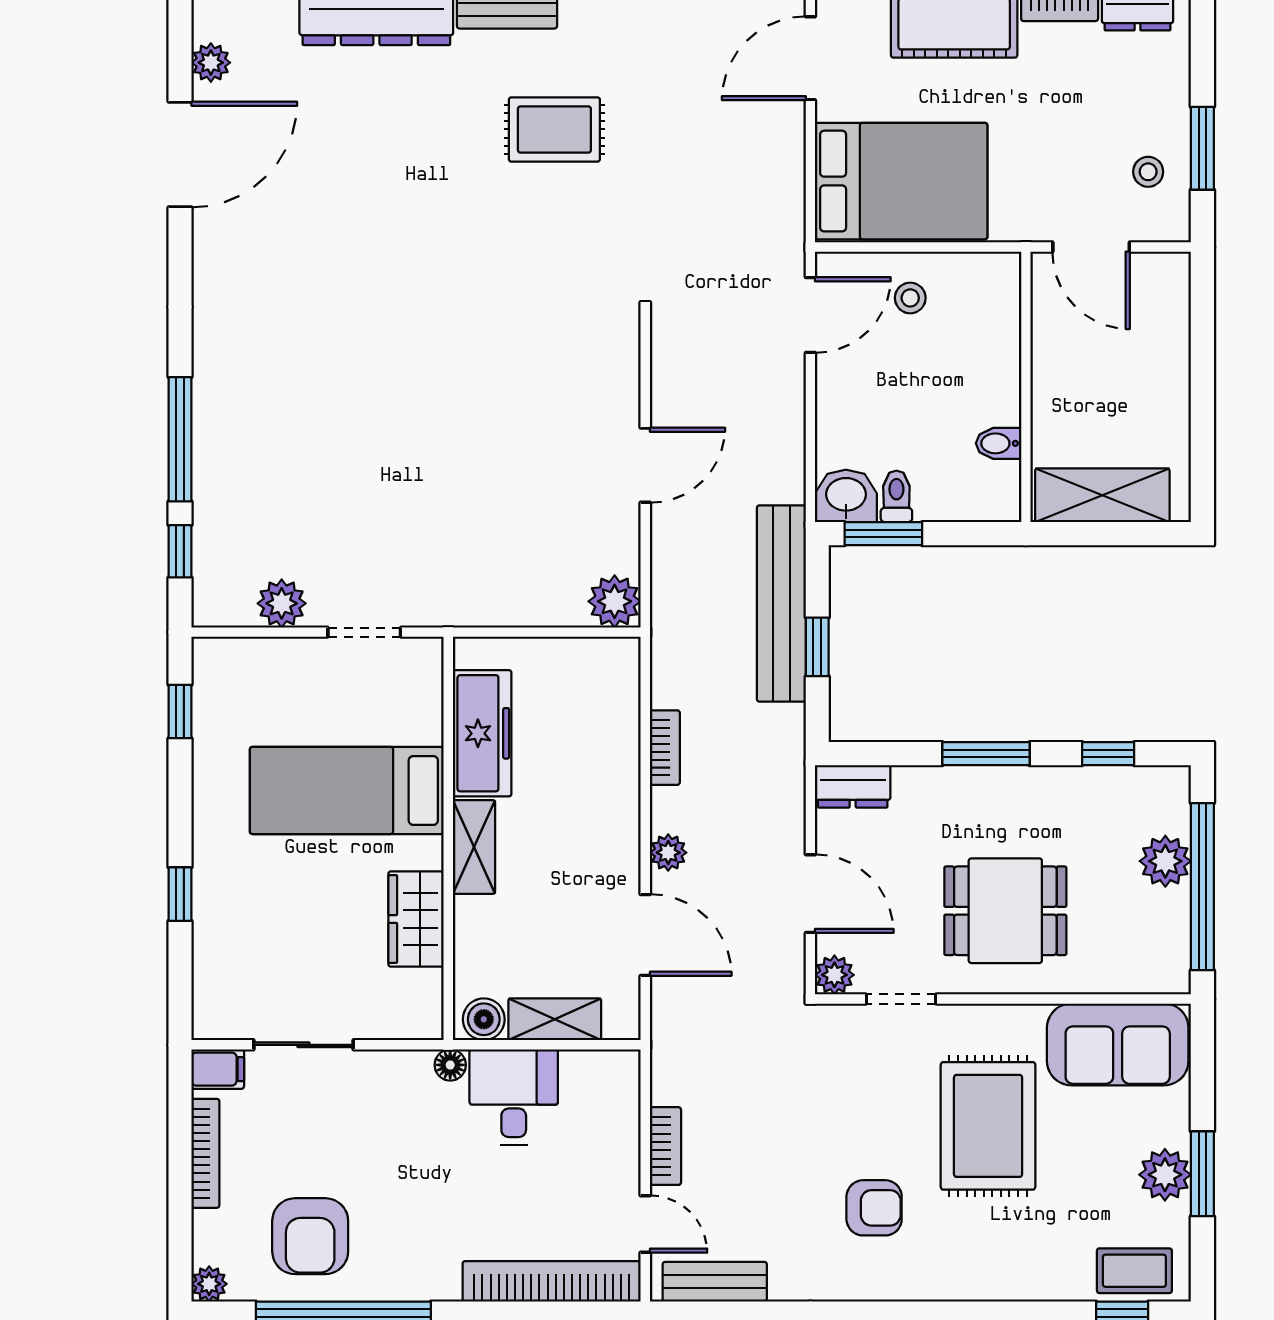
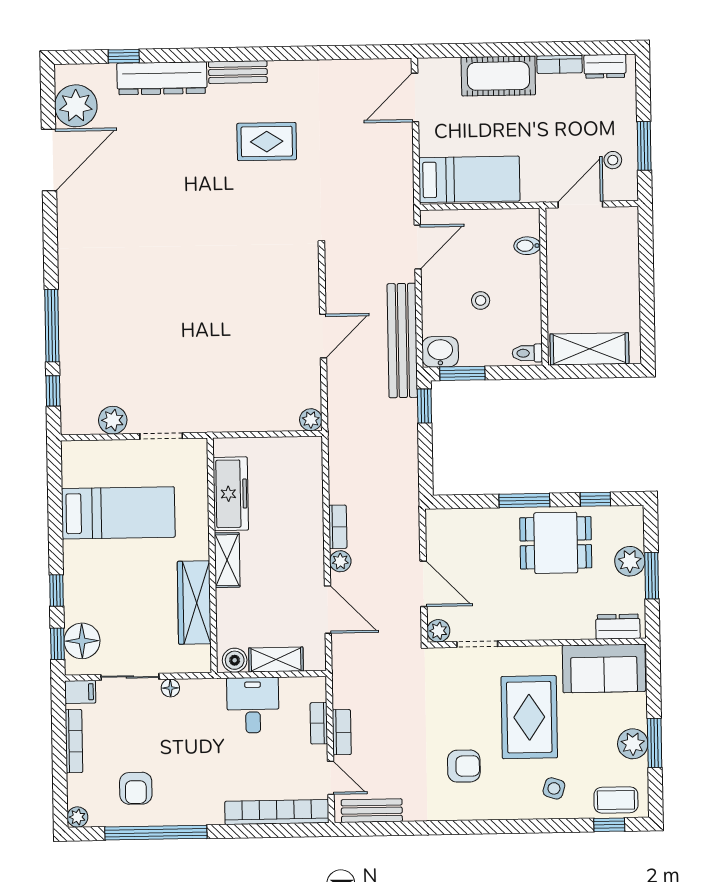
plant: (211, 63) -> (76, 106), width x1.88, depth x1.88
bed: (901, 181) -> (469, 179), width x0.67
door: (1091, 247) -> (580, 204), swing flipped
stool: (910, 298) -> (481, 300), moved
bidet: (999, 443) -> (527, 246), moved
toilet: (896, 496) -> (527, 353), moved, turned -90
plant: (615, 601) -> (311, 420), width x0.73, depth x0.73
bench: (781, 603) -> (402, 341), moved
window: (817, 647) -> (424, 406), moved
window: (180, 711) -> (57, 644), moved
bookcase: (665, 748) -> (338, 527), moved
dresser: (853, 786) -> (618, 627), moved, turned 180
bed: (347, 790) -> (118, 513), moved, turned 180
window: (1202, 887) -> (652, 576), width x0.47
dining table: (1005, 911) -> (556, 543), moved
wardrobe: (416, 919) -> (194, 603), width x1.50
floor lamp: (222, 982) -> (82, 641), added
floor lamp: (450, 1065) -> (170, 688), moved
bookcase: (626, 1130) -> (319, 723), added
armchair: (310, 1236) -> (136, 788), width x0.72, depth x0.72
side table: (1028, 1249) -> (554, 788), added

